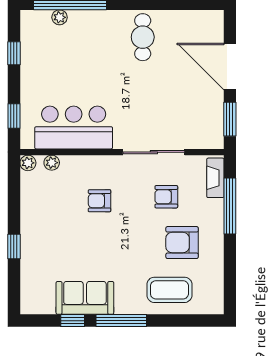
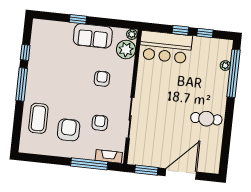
window: (14, 116) -> (180, 30), moved
bar counter: (74, 127) -> (166, 47), moved, turned 90
plant: (52, 163) -> (126, 49), width x1.87, depth x1.87
sofa: (85, 298) -> (93, 36), moved, turned 90

